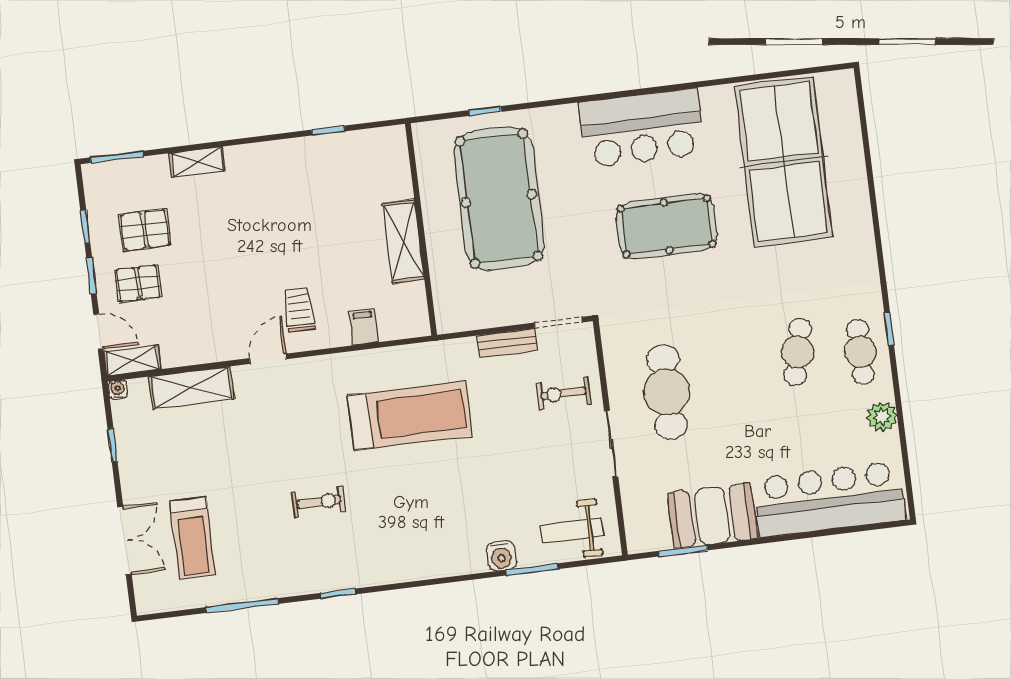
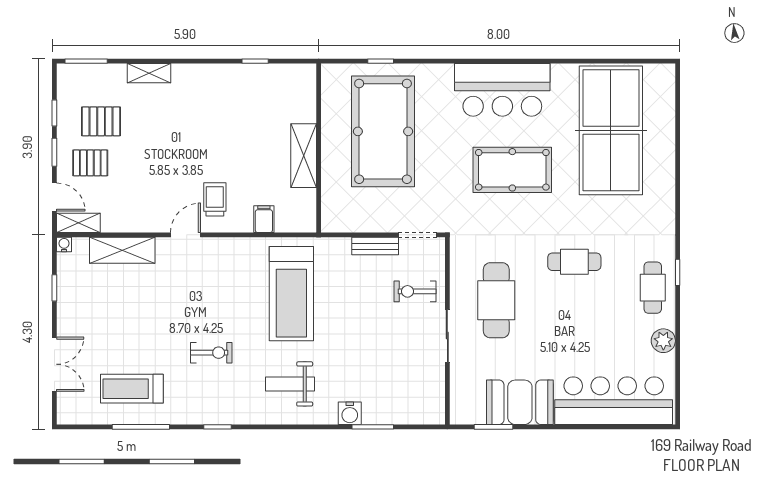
cafe table: (798, 352) -> (574, 262), moved, turned 76
treadmill: (410, 416) -> (291, 294), turned 90
weight bench: (571, 530) -> (290, 384), moved
treadmill: (193, 538) -> (132, 389), moved, turned 90

